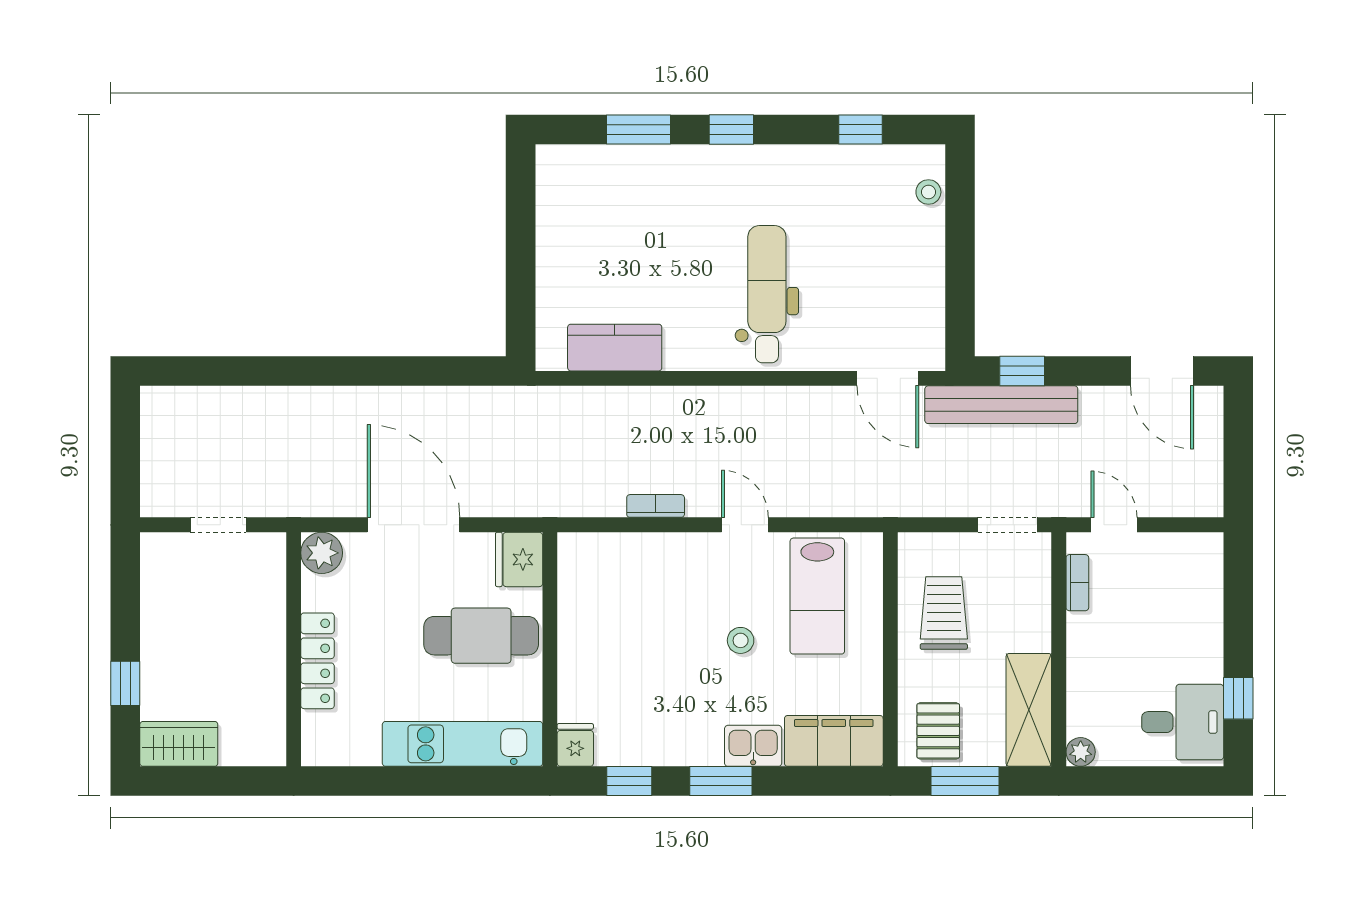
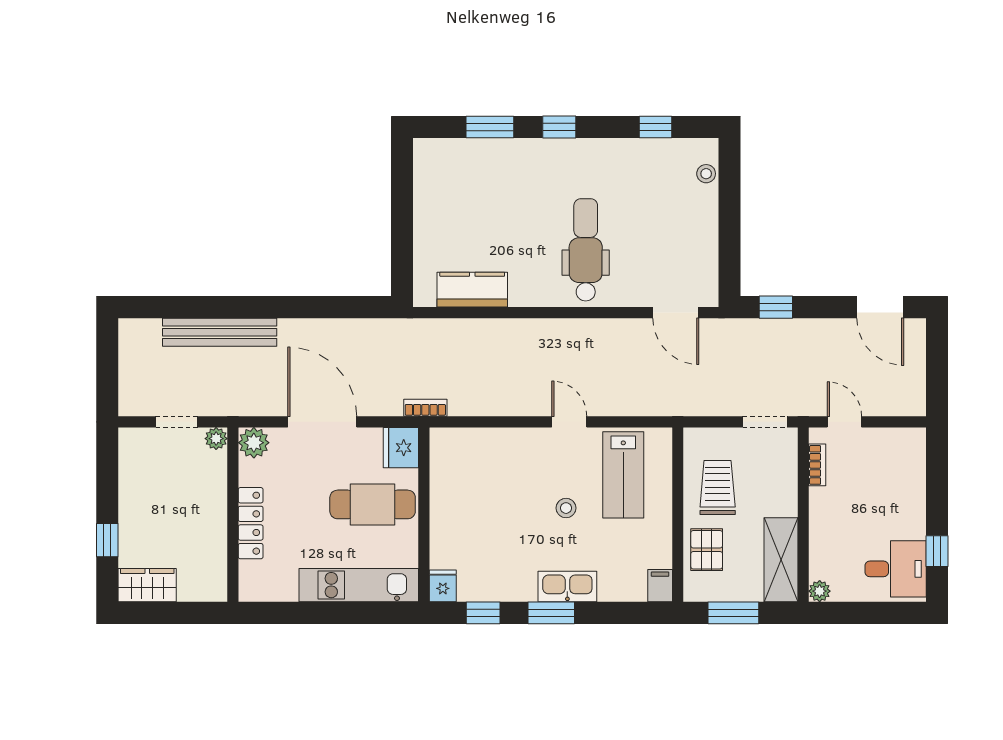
bench: (1001, 405) -> (220, 332), moved
bookcase: (656, 506) -> (425, 408), moved
plant: (271, 547) -> (216, 439), added
pallet: (938, 731) -> (707, 550), moved
filing cabinet: (834, 741) -> (660, 586), width x0.33, depth x0.86
kitchen sink: (753, 746) -> (567, 587), width x1.38

